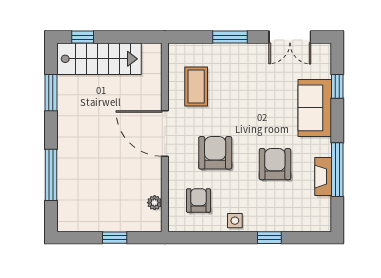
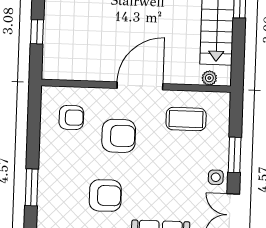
plant: (155, 203) -> (209, 78), moved
side table: (235, 221) -> (216, 177), moved
window: (269, 238) -> (32, 187), width x1.50

